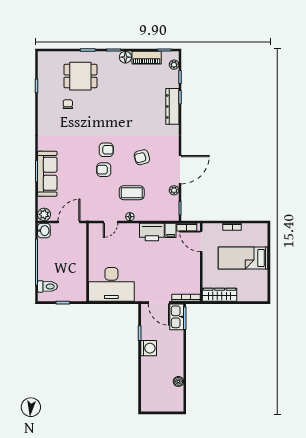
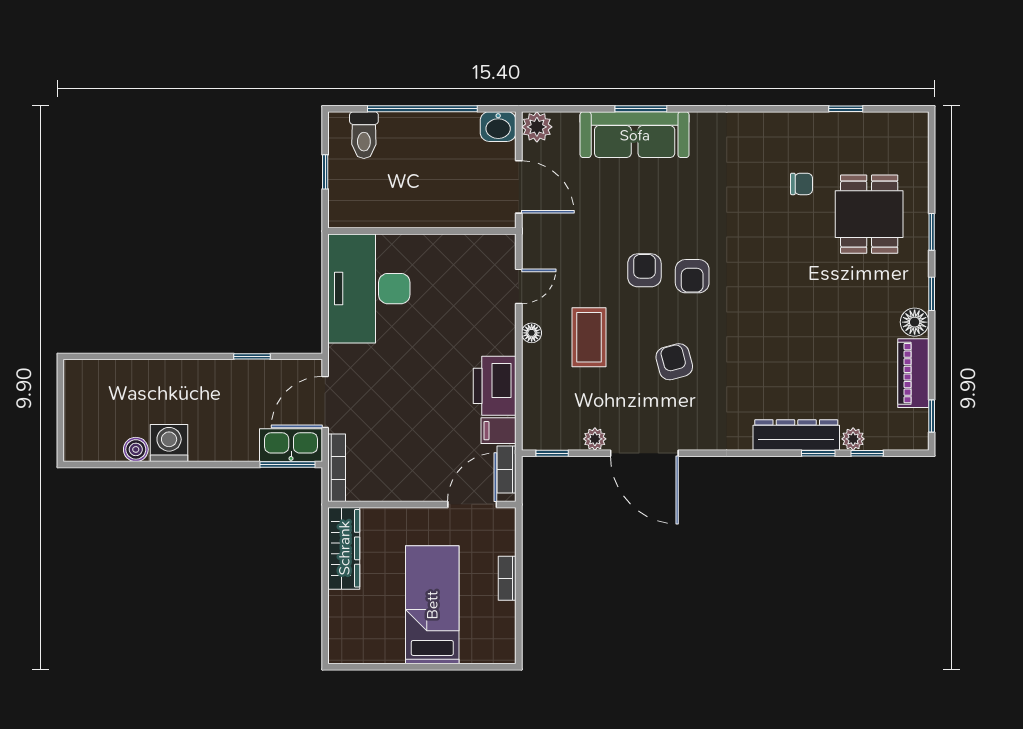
plant: (174, 65) -> (853, 439), moved
door: (110, 222) -> (519, 286), swing flipped
washing machine: (149, 348) -> (169, 443), moved, turned 180

